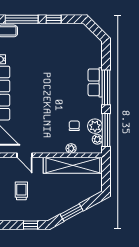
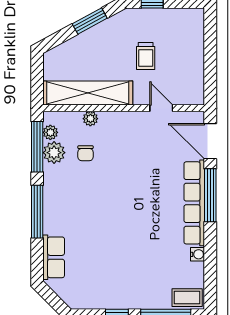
row of seats: (95, 82) -> (54, 257), moved
trolley: (21, 191) -> (146, 56), moved

